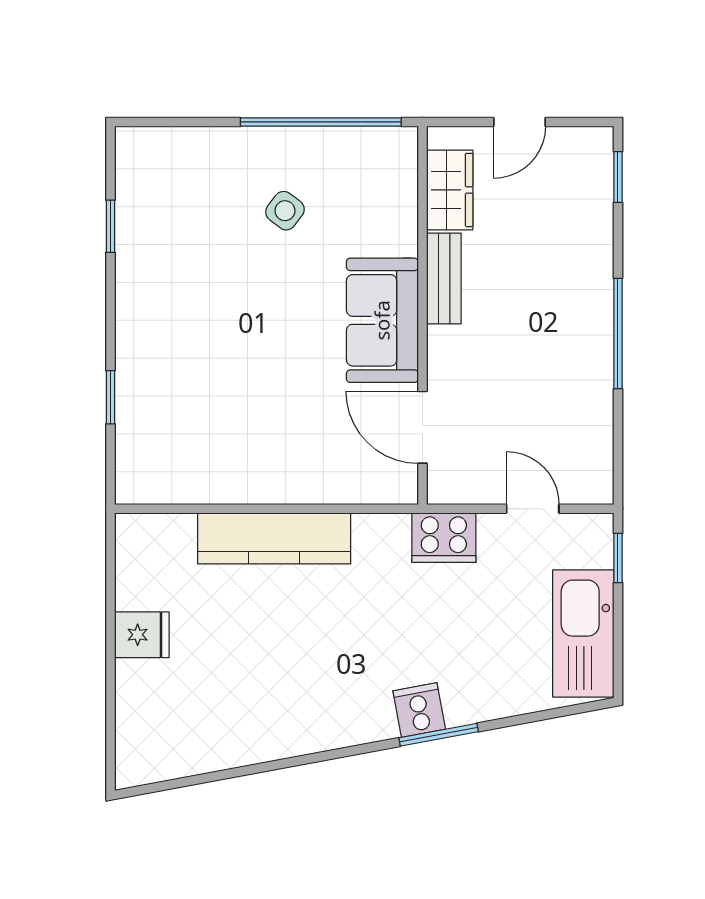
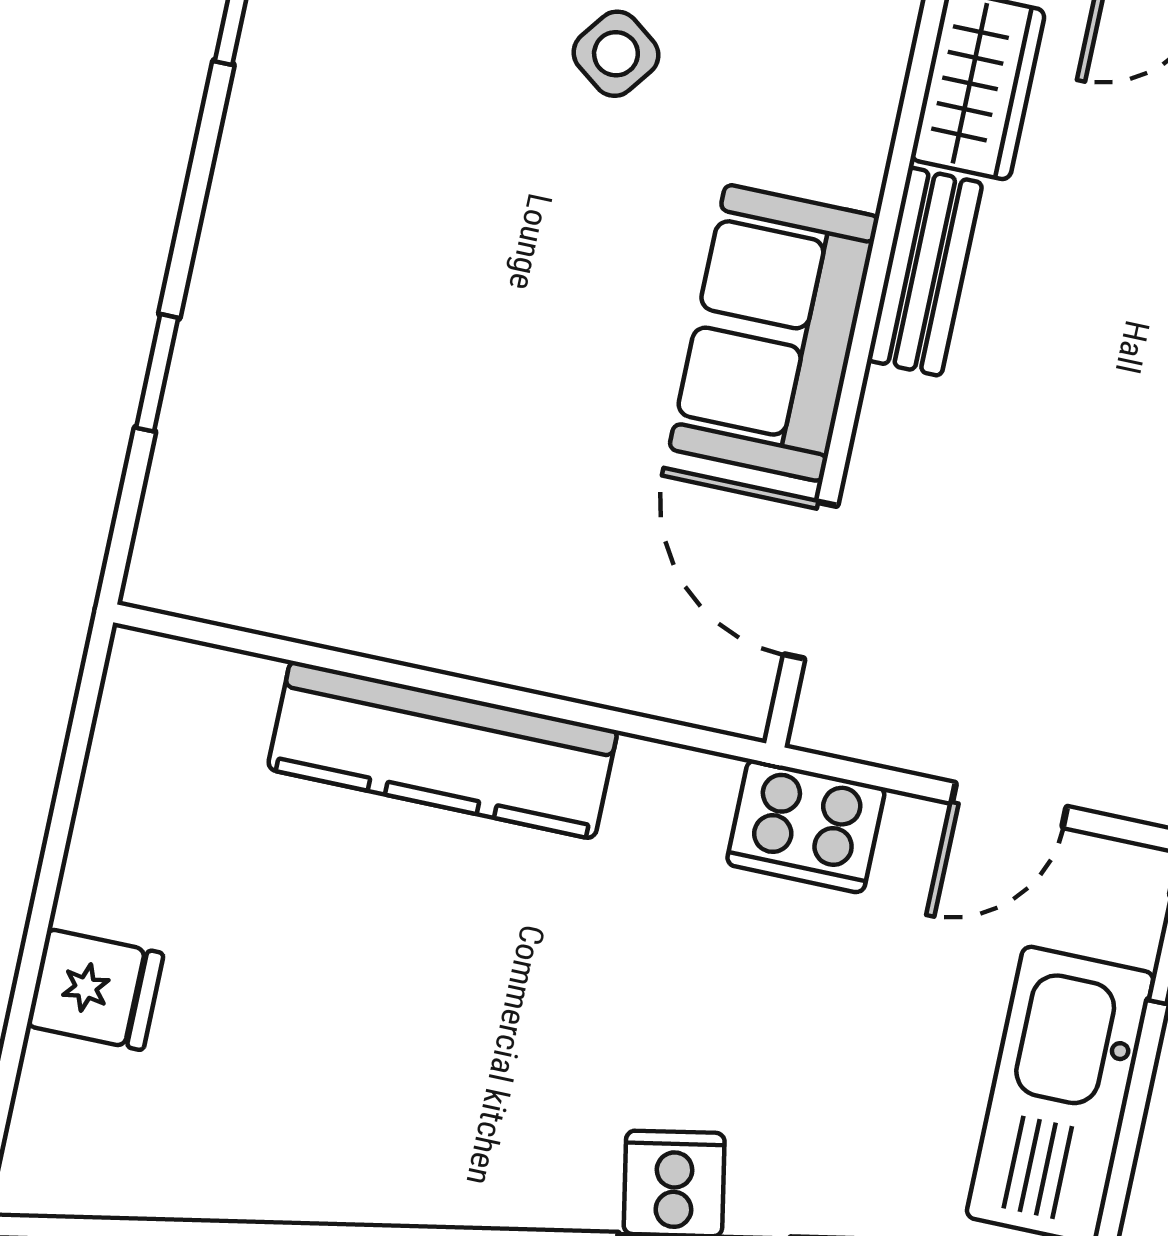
door: (533, 509) -> (1009, 805), swing flipped
fridge: (142, 635) -> (95, 990), moved

